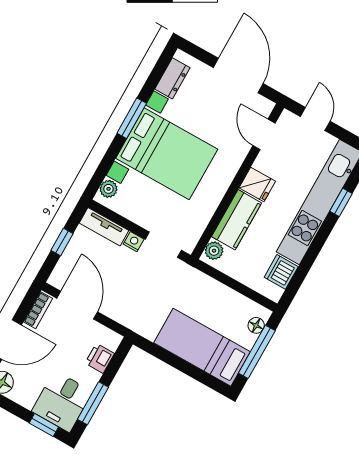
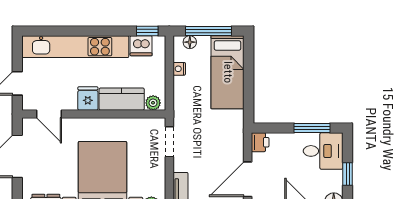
door: (264, 134) -> (49, 114), hinge flipped
window: (341, 202) -> (147, 31), moved
nightstand: (134, 242) -> (179, 69), moved
printer: (100, 358) -> (260, 142), moved, turned -90
window: (44, 425) -> (348, 174), moved

